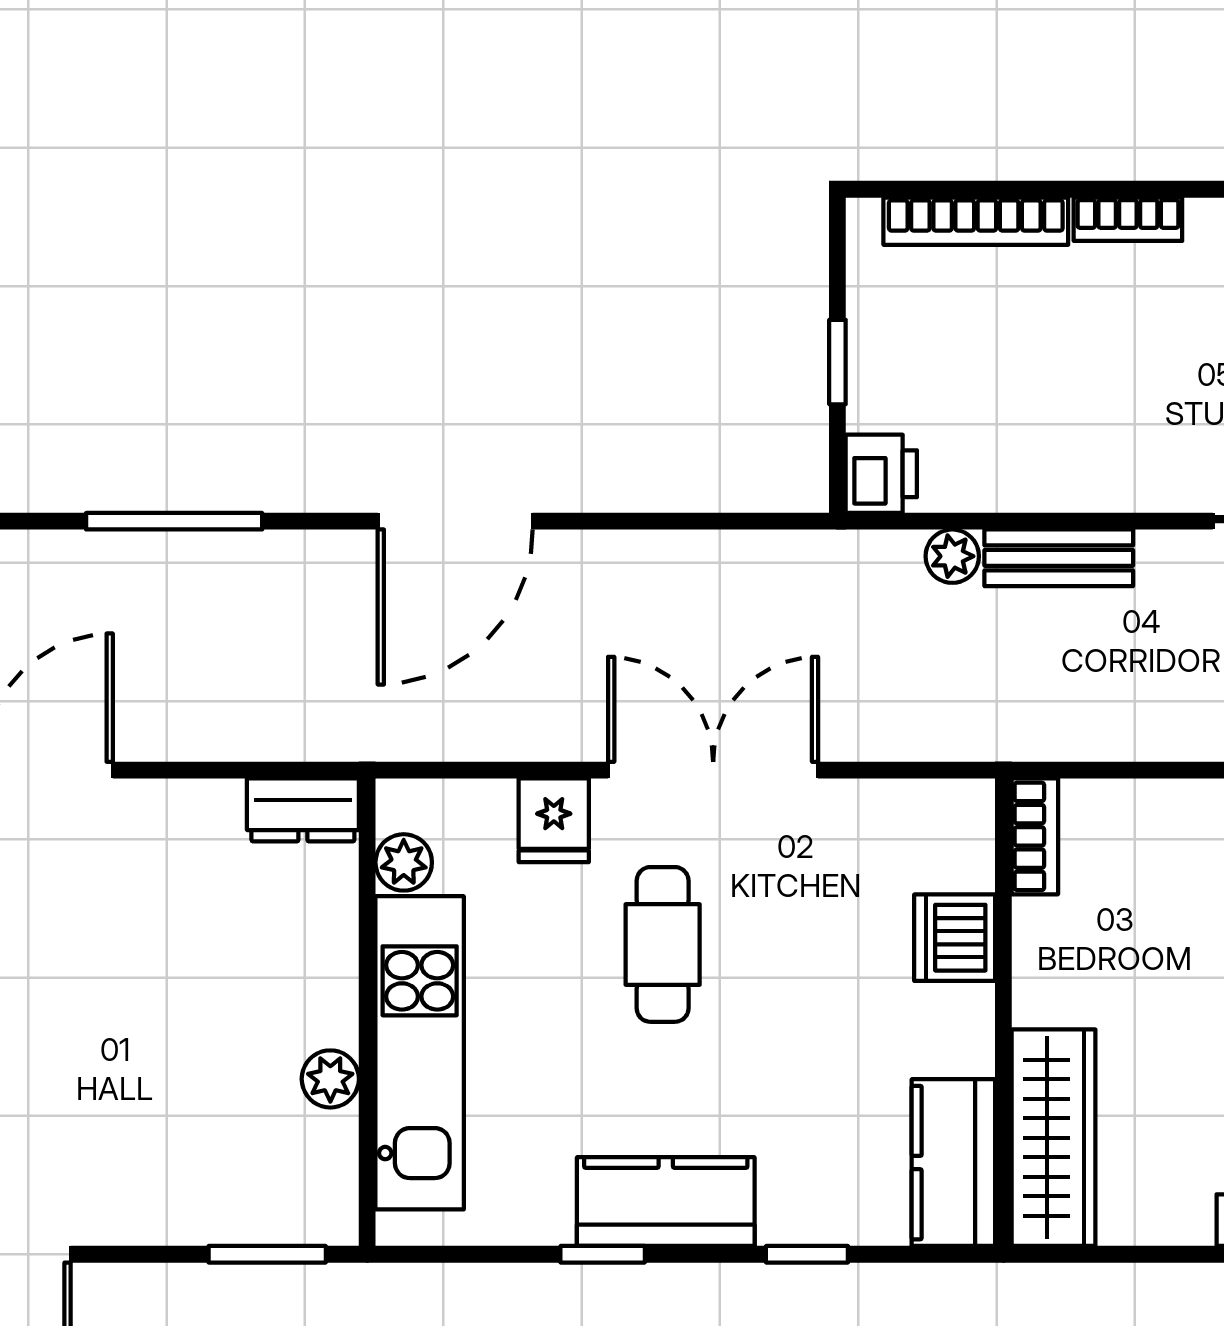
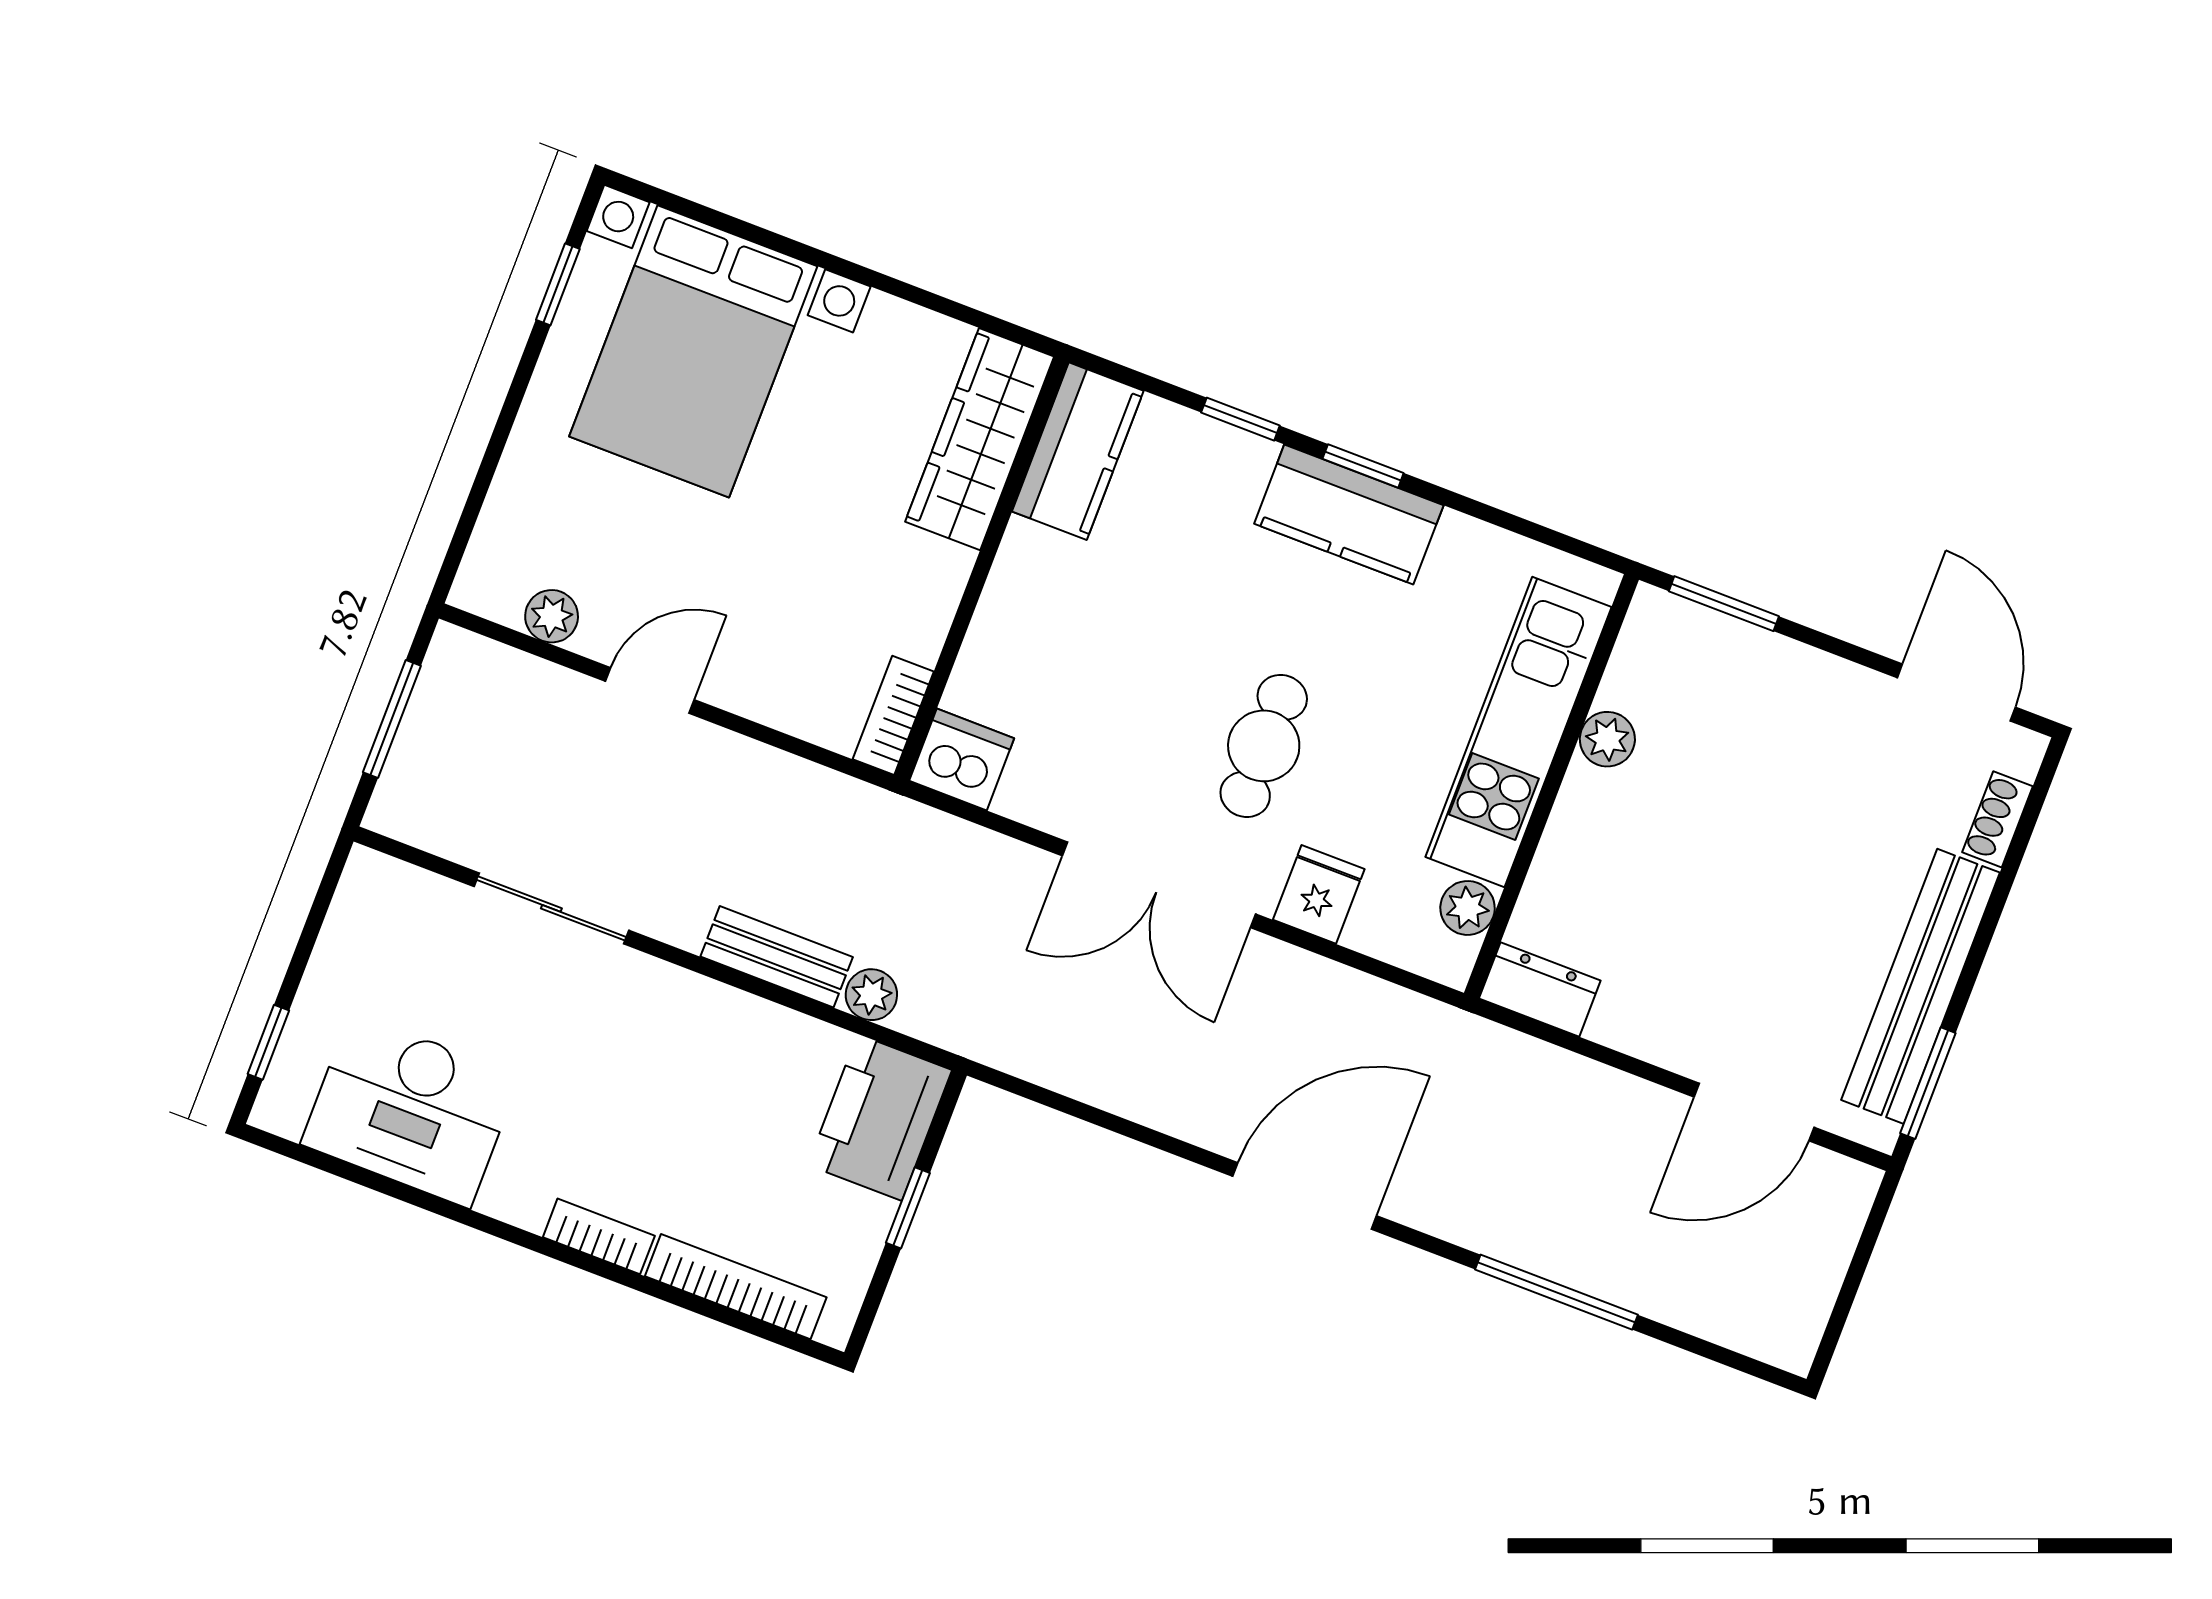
printer: (881, 474) -> (880, 1118), width x1.87, depth x1.48
dishwasher: (955, 938) -> (962, 759), moved, turned -90
window: (603, 1254) -> (1363, 466), moved

